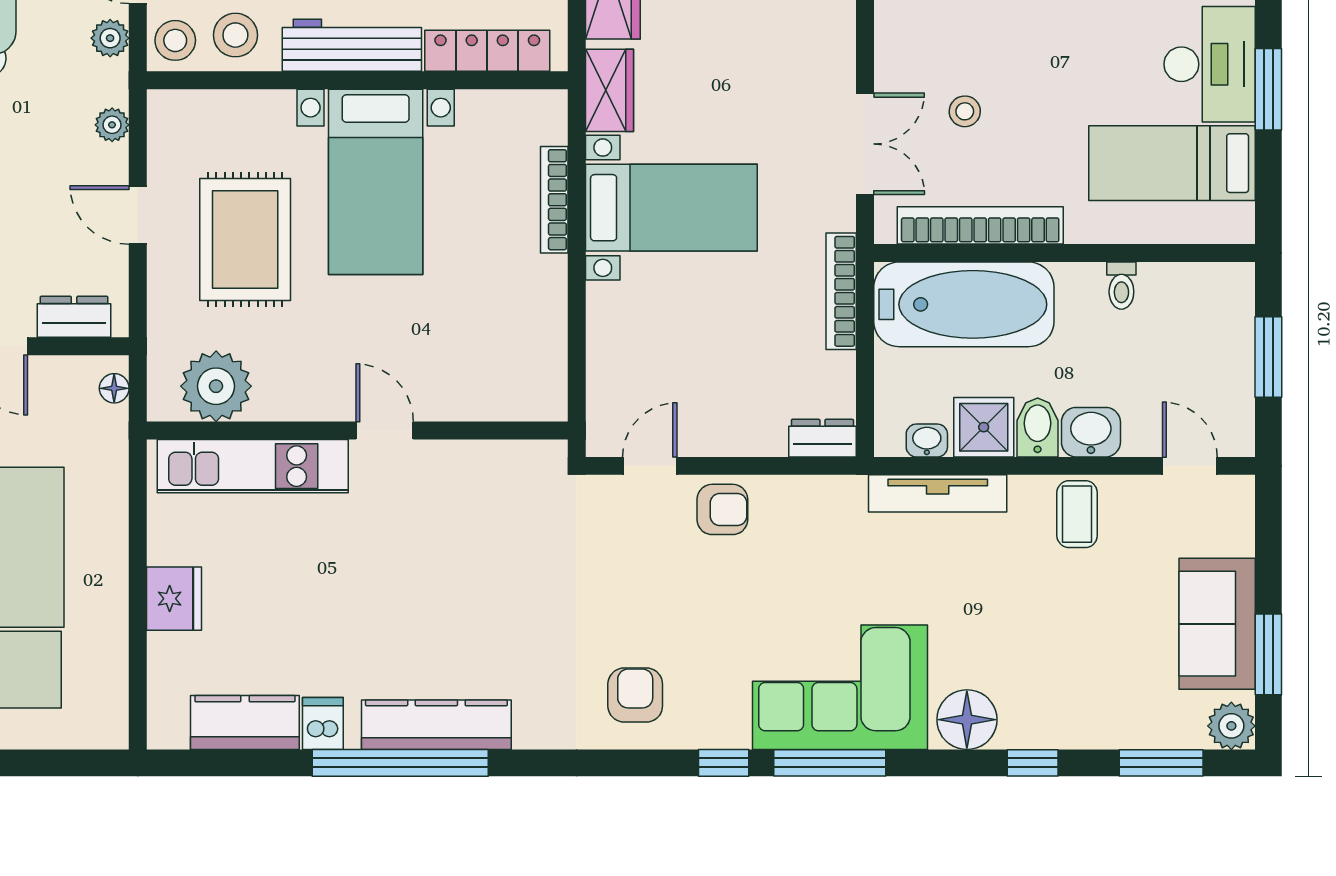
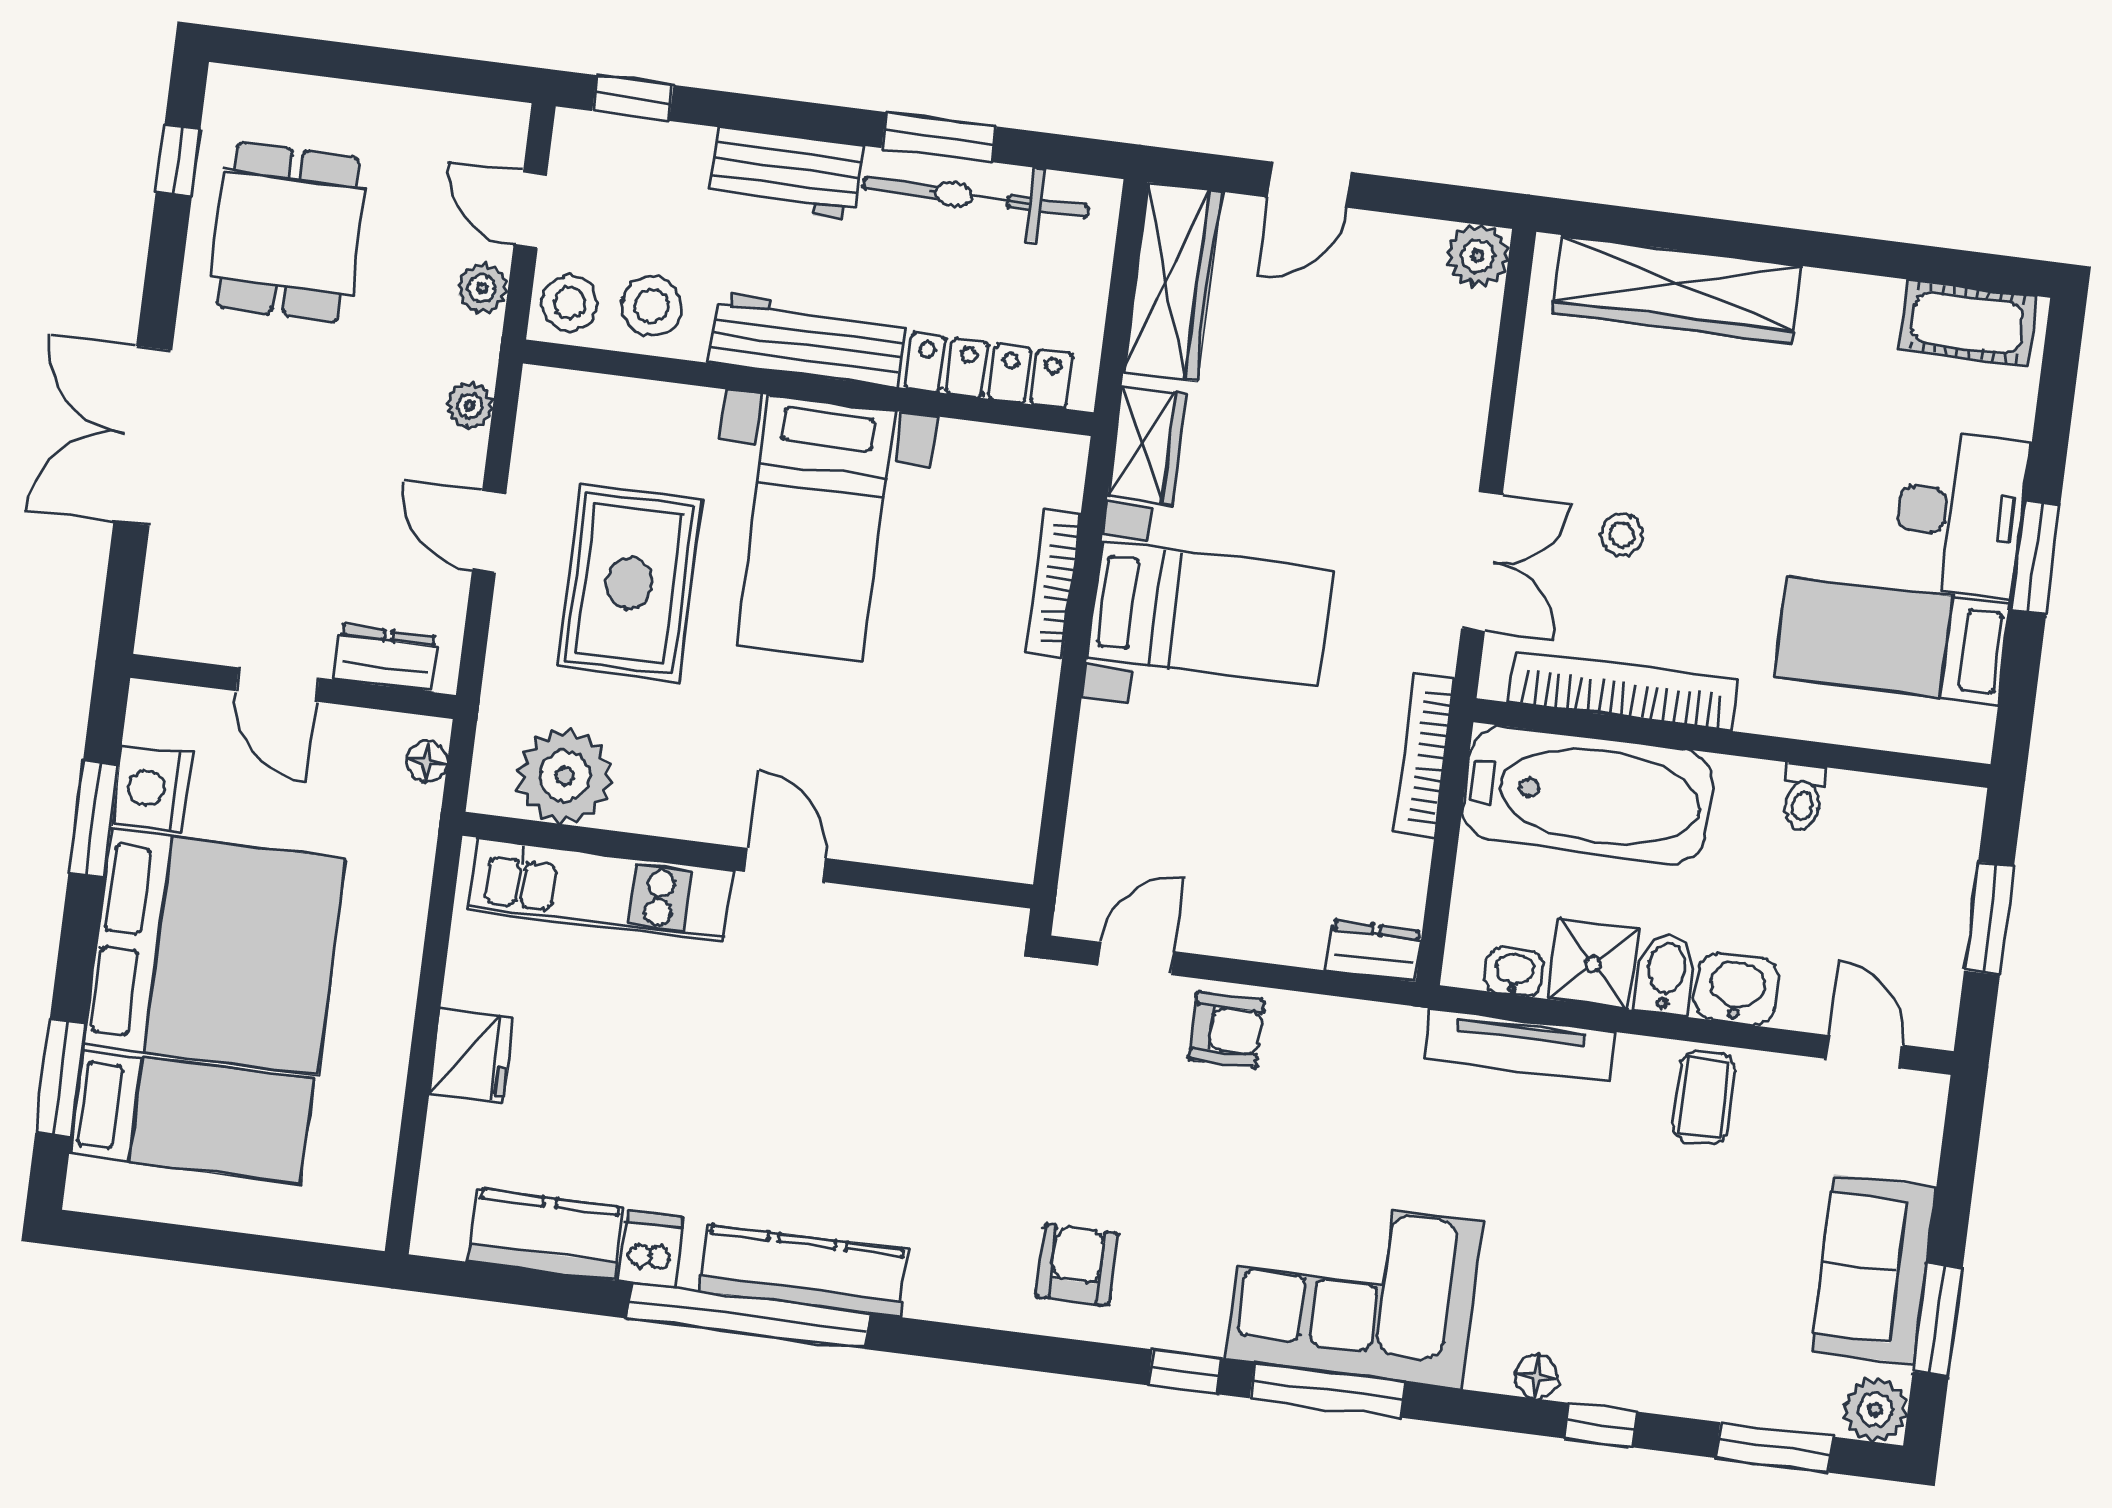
floor lamp: (967, 720) -> (1537, 1377), width x0.53, depth x0.53

